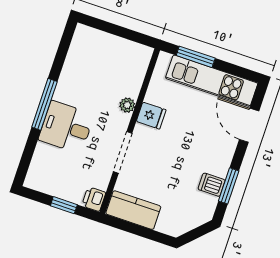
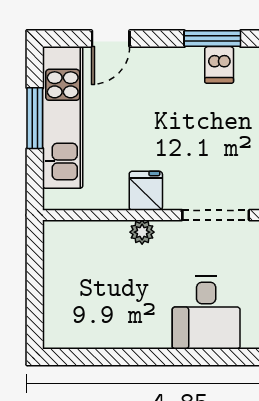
window: (196, 57) -> (35, 118), moved
window: (44, 104) -> (183, 357), removed
door: (249, 125) -> (111, 39), width x0.73

